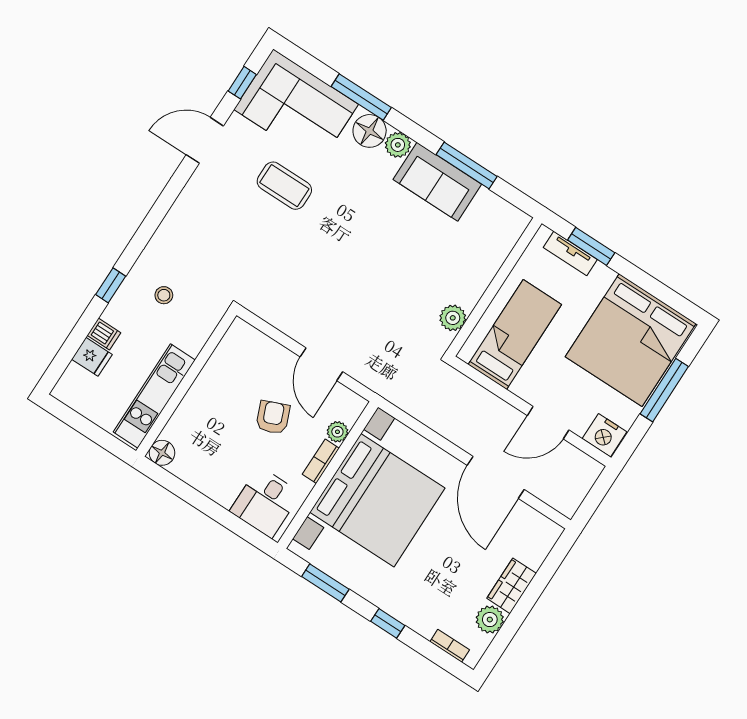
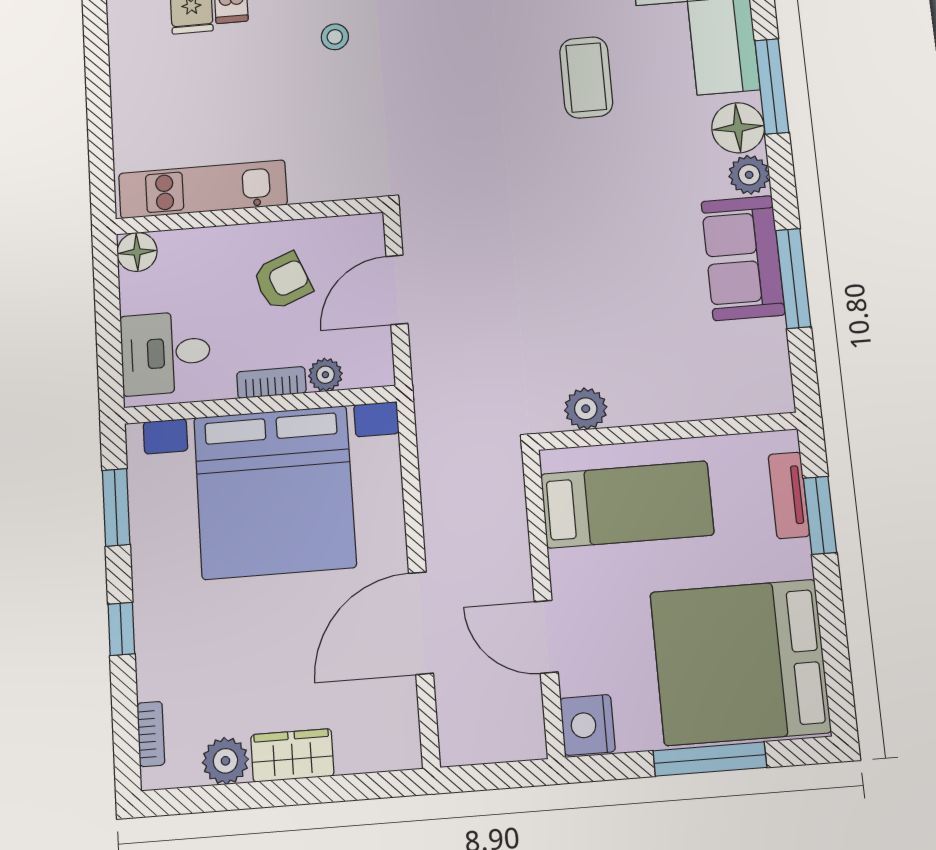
wall: (186, 383) -> (249, 216), moved
kitchen unit: (154, 396) -> (203, 189), moved
floor lamp: (162, 453) -> (137, 252), moved

